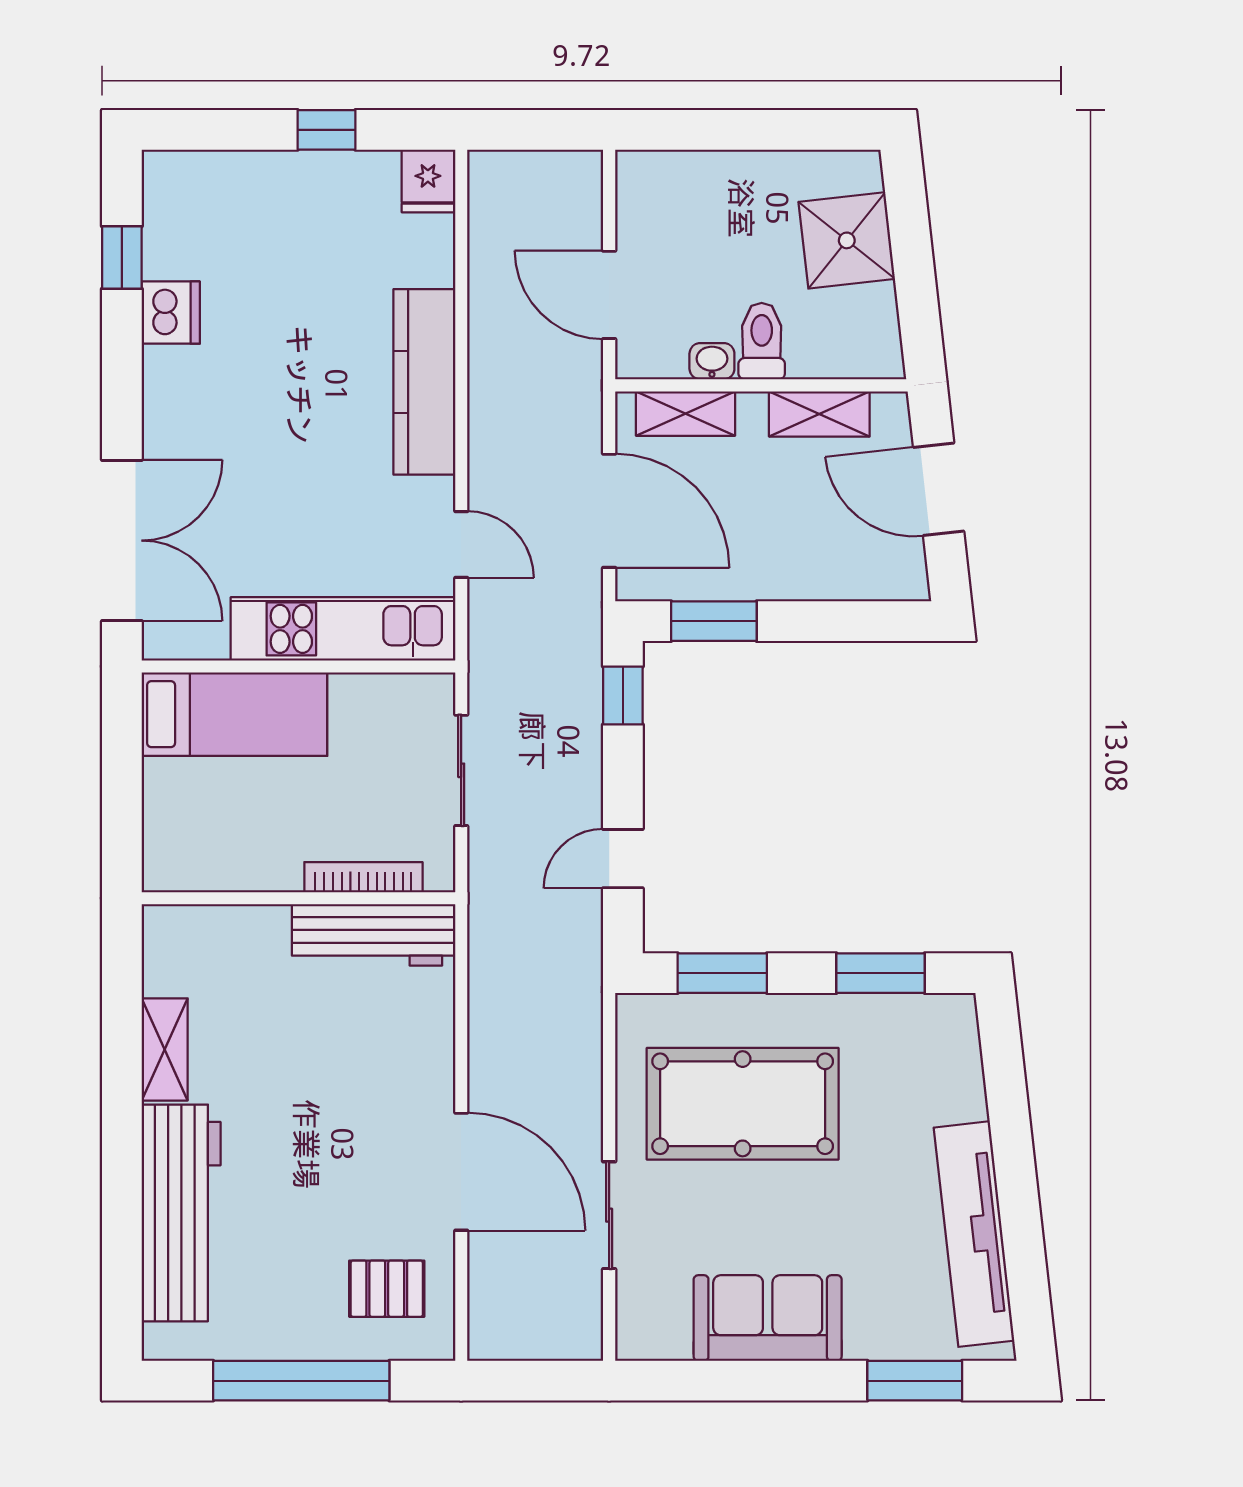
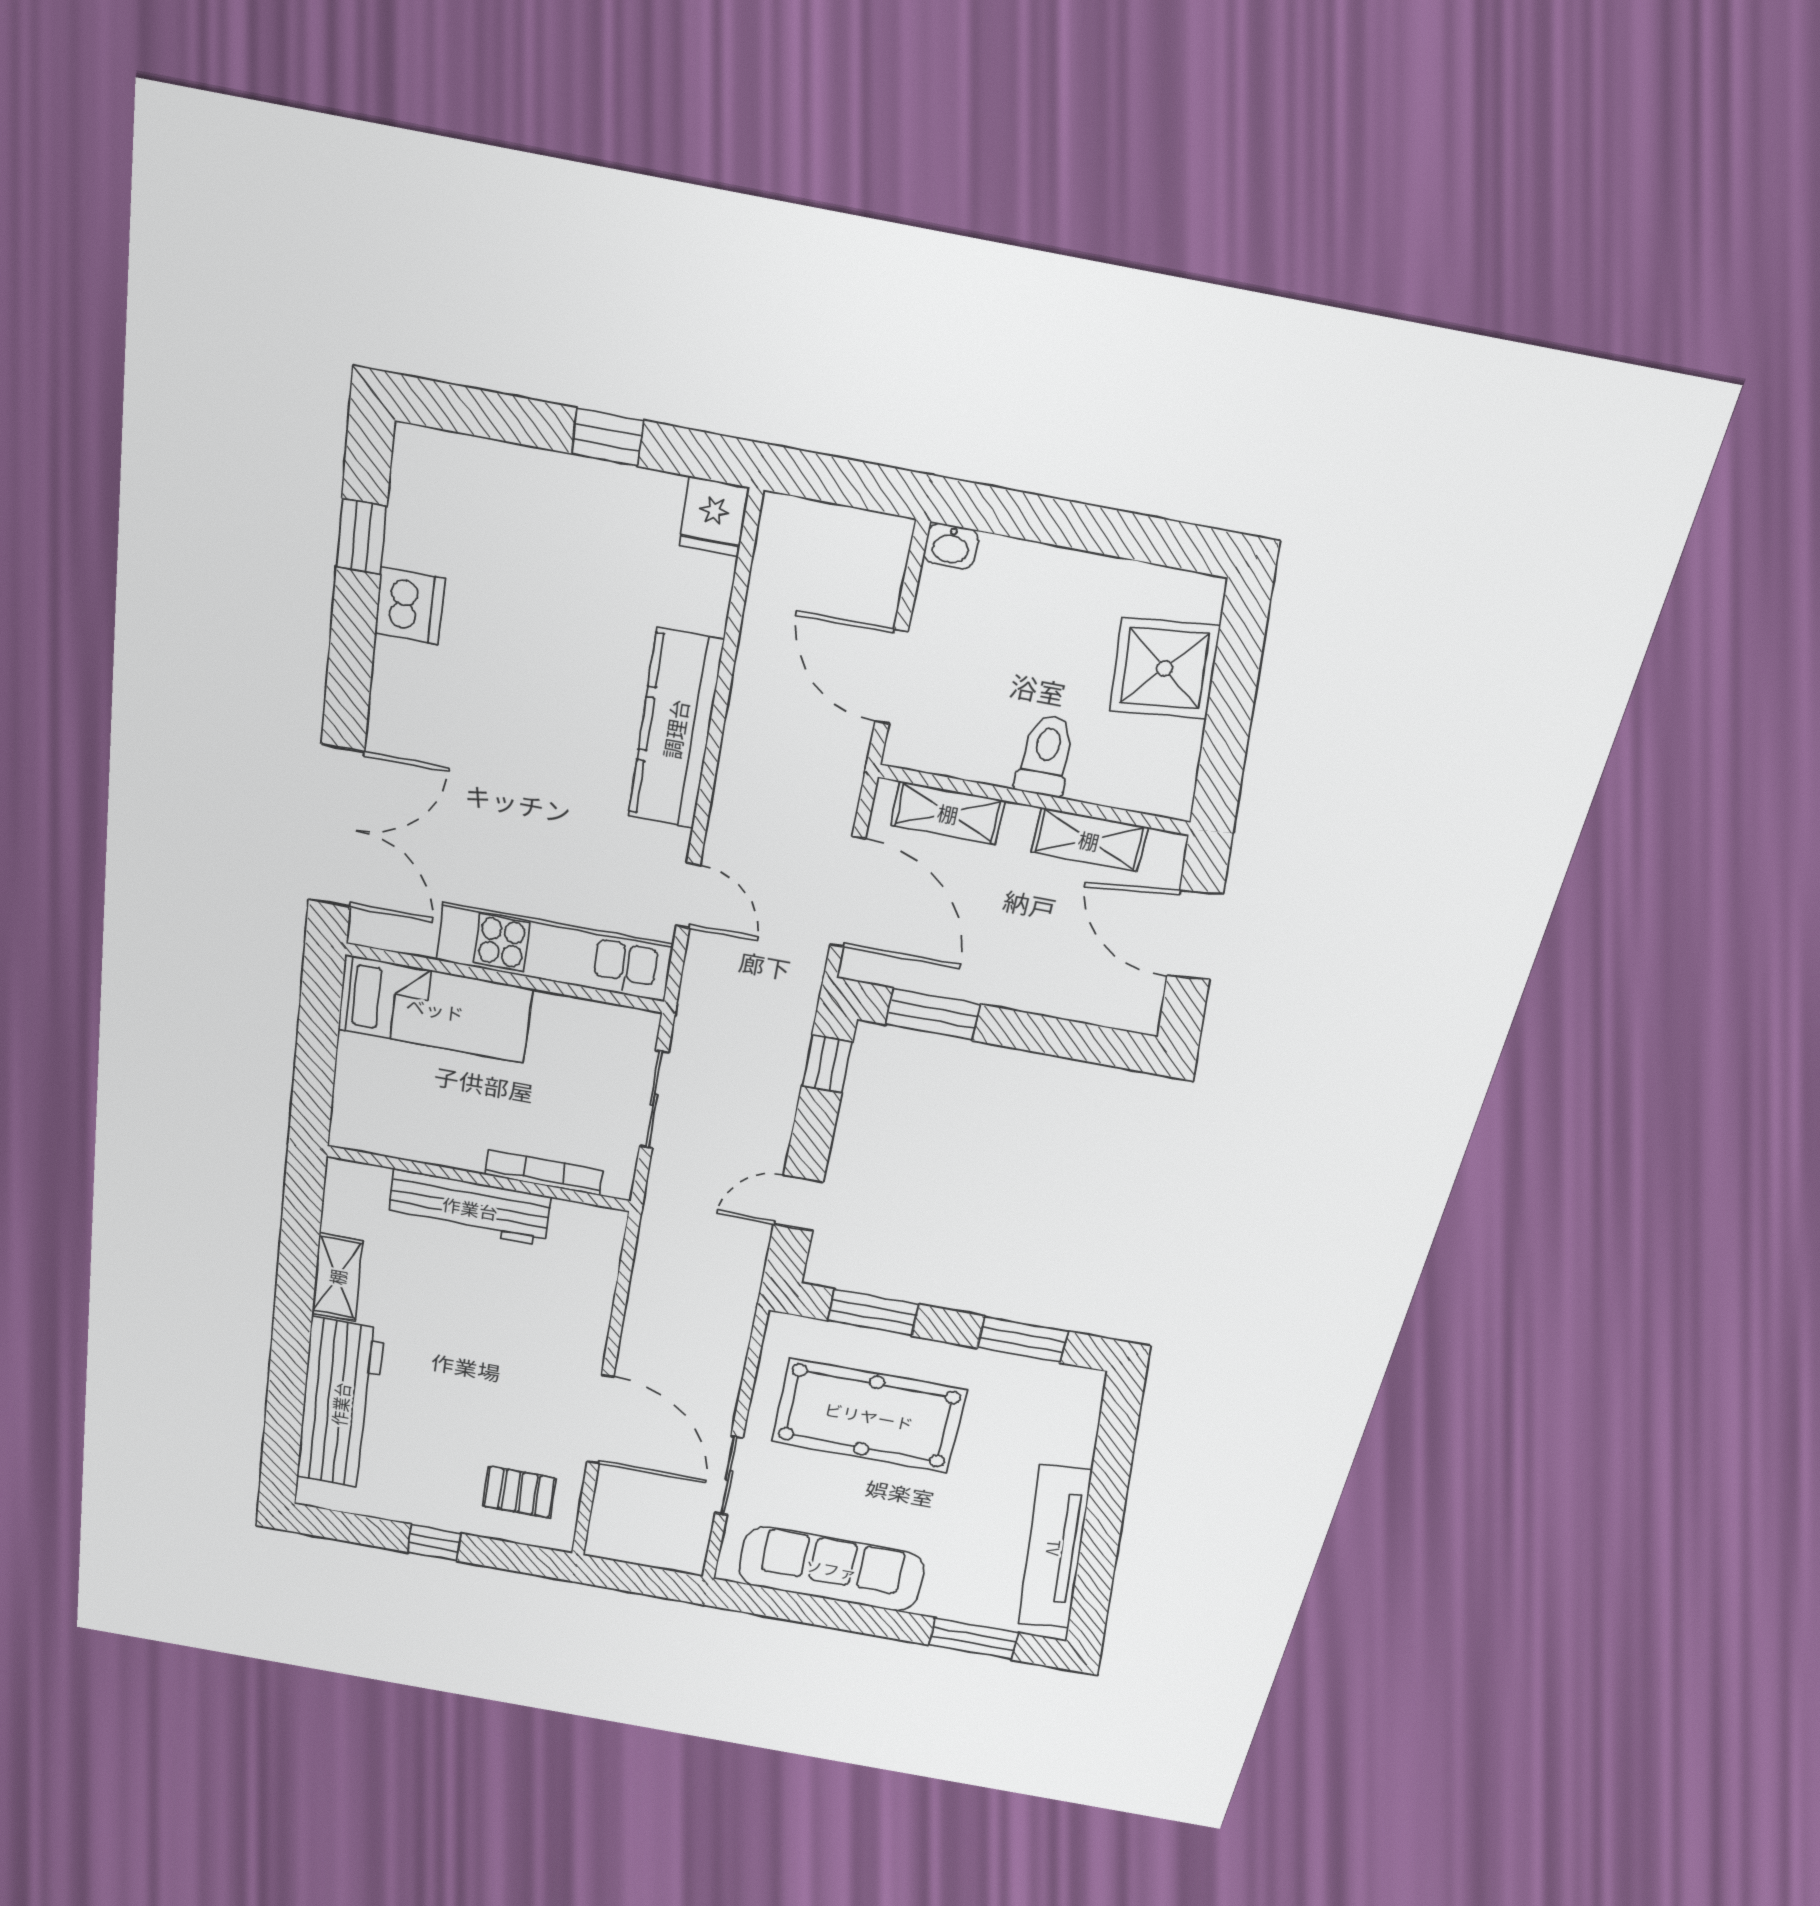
washbasin: (712, 361) -> (951, 546), moved, turned 180
workbench: (374, 935) -> (470, 1208), moved
sofa: (768, 1318) -> (831, 1569), width x1.36
window: (301, 1381) -> (434, 1543), width x0.32

